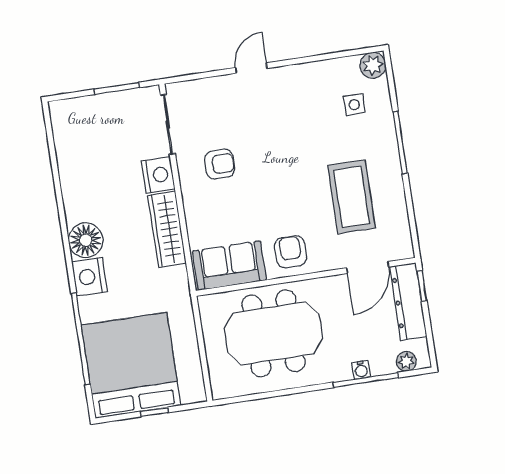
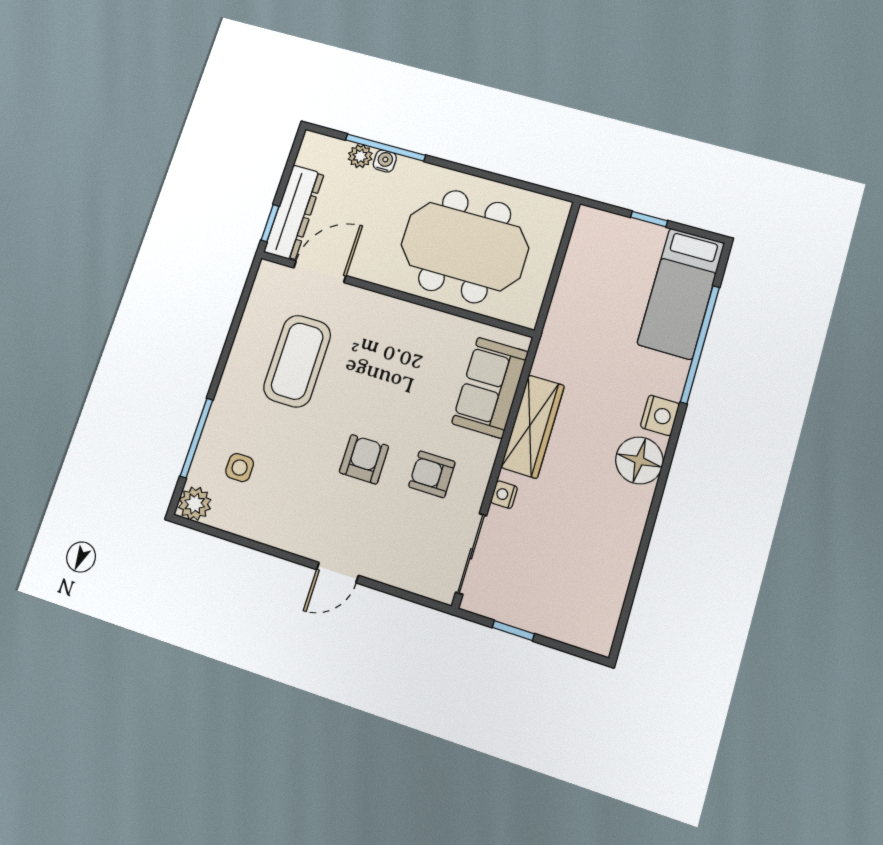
window: (117, 88) -> (513, 631), width x0.67
window: (400, 142) -> (197, 438), moved
nightstand: (158, 175) -> (504, 495), width x0.53, depth x0.56
armchair: (290, 252) -> (364, 459), moved, turned 180
sofa: (229, 266) -> (490, 388), moved, turned 90
nightstand: (89, 277) -> (660, 415), width x0.74, depth x0.75
plant: (406, 361) -> (360, 156), moved
bed: (131, 365) -> (681, 293), width x0.49

